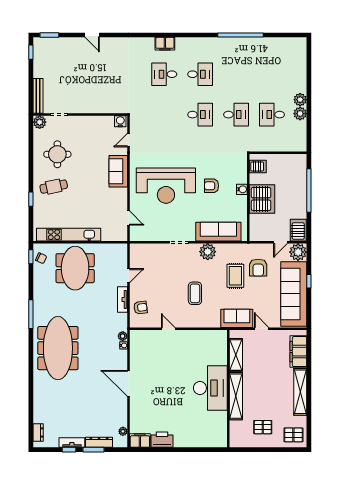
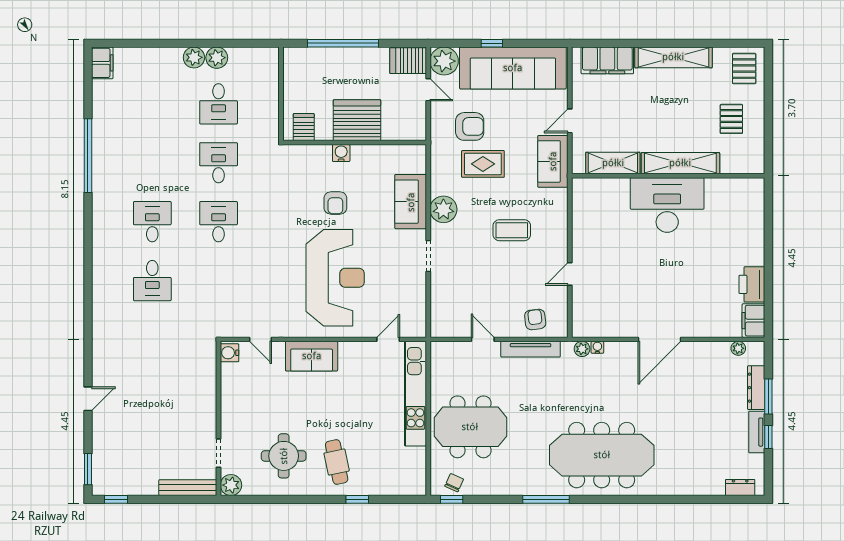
filing cabinet: (165, 44) -> (102, 63), moved
sofa: (218, 232) -> (411, 202), width x0.73
kitchen unit: (69, 235) -> (415, 394), moved
tv unit: (122, 299) -> (531, 349), width x1.41

